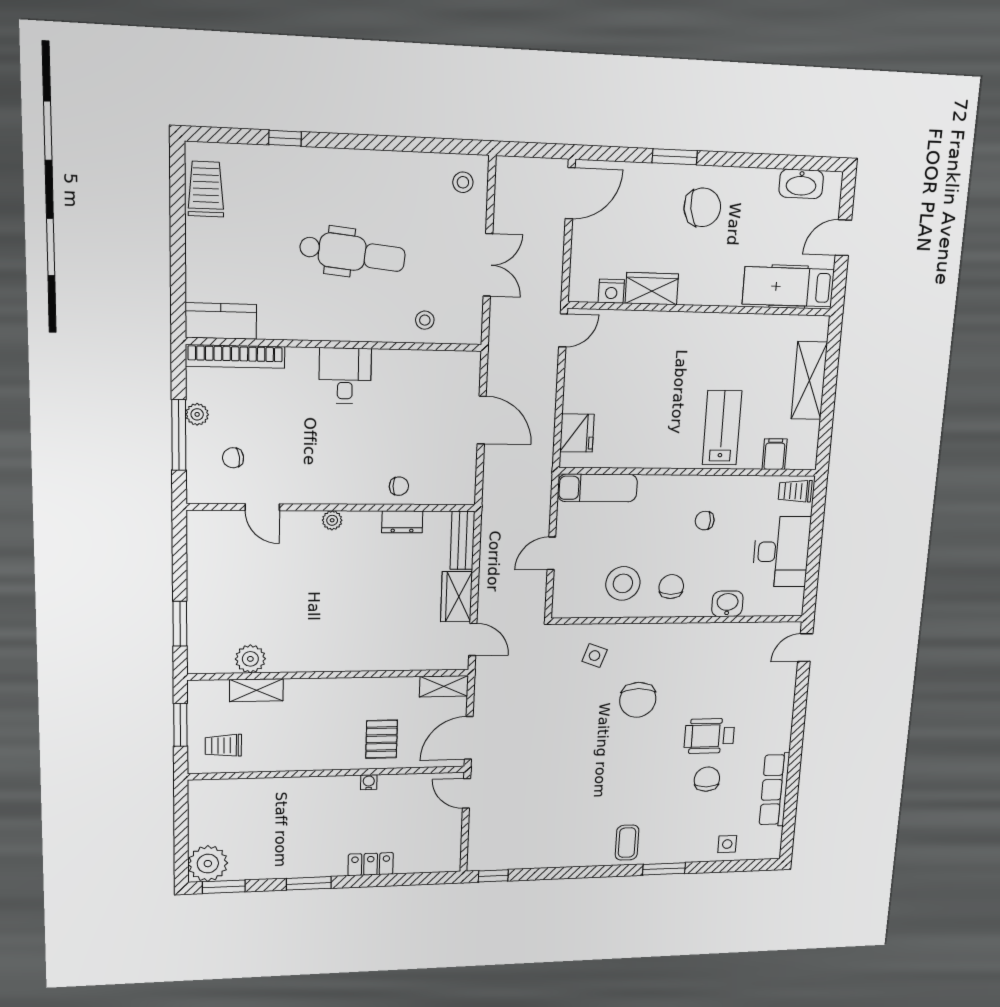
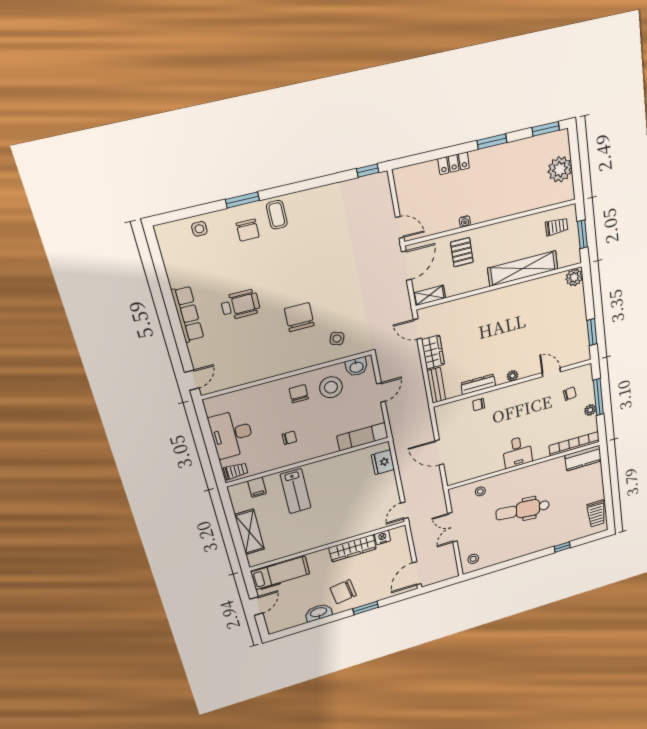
washbasin: (801, 184) -> (319, 613), moved
wardrobe: (652, 289) -> (353, 548), width x1.50
dresser: (402, 522) -> (478, 384), width x1.44
chair: (671, 587) -> (299, 394), turned 180
washbasin: (727, 604) -> (356, 367), moved
window: (180, 624) -> (592, 332), moved
plant: (250, 659) -> (574, 277), moved
shelving: (256, 690) -> (523, 269), width x2.20, depth x1.33
chair: (707, 779) -> (248, 230), moved
row of seats: (774, 790) -> (188, 314), moved
plant: (208, 864) -> (560, 169), moved

